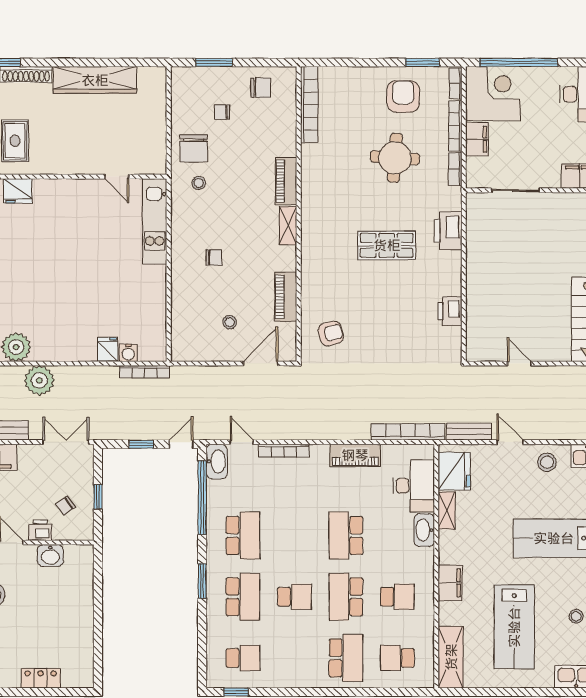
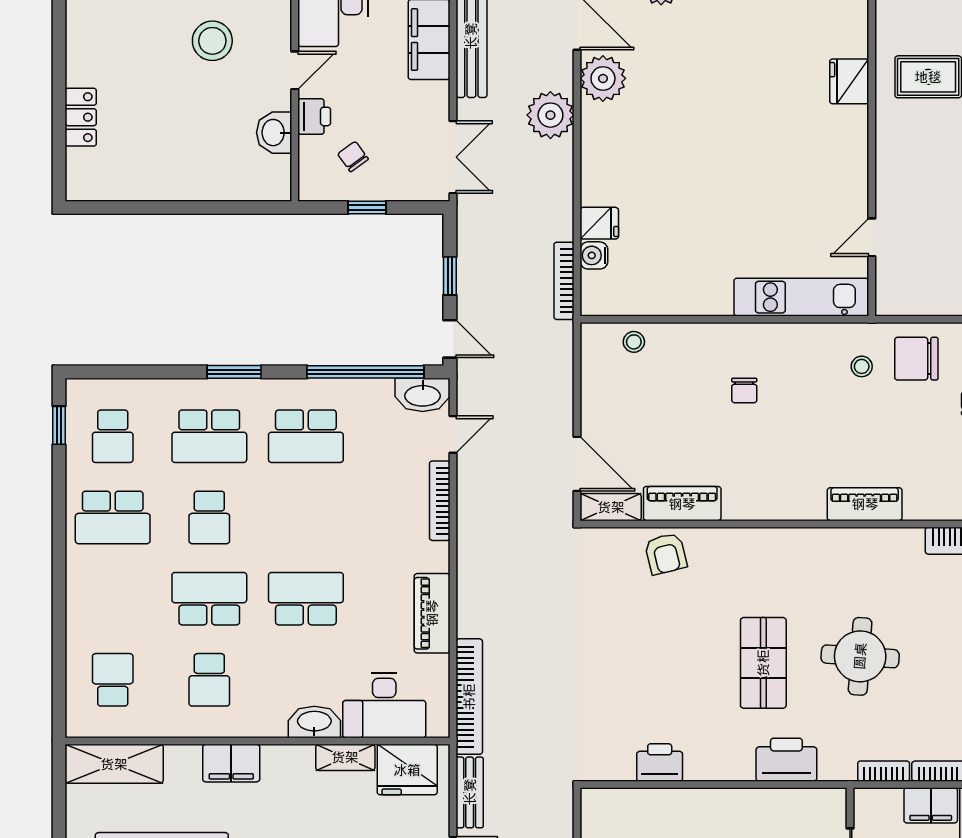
round table: (395, 158) -> (860, 656), moved
shelving: (288, 226) -> (611, 507), moved
stool: (230, 322) -> (634, 342), moved
armchair: (331, 333) -> (666, 554), moved
school desk: (346, 658) -> (113, 517), moved

